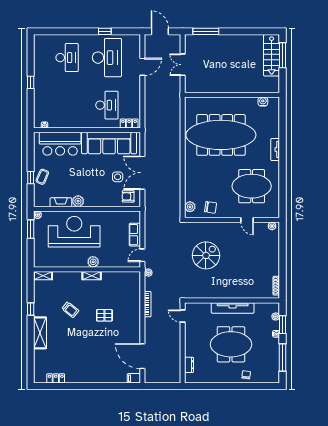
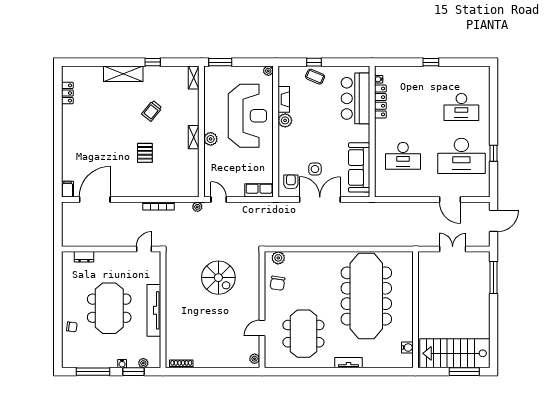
stairs: (272, 55) -> (455, 353), width x1.36, depth x1.51
locker: (129, 124) -> (380, 101), moved, width x1.53
sofa: (109, 143) -> (359, 167), width x0.74, depth x0.79
window: (31, 229) -> (220, 62), moved
row of seats: (135, 235) -> (259, 190), moved

